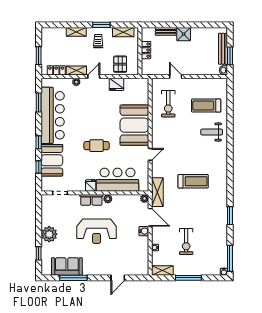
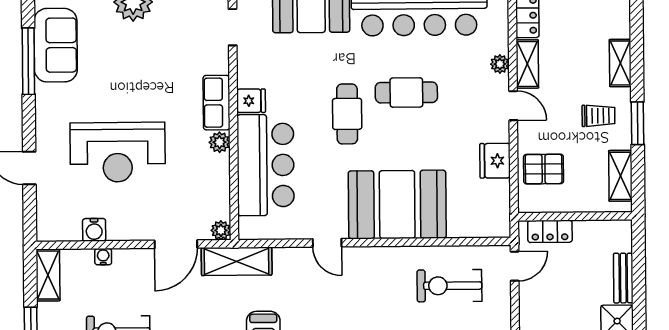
locker: (146, 50) -> (550, 231), moved
door: (176, 77) -> (515, 266), moved
cafe table: (88, 121) -> (406, 92), added
reception desk: (97, 231) -> (118, 152), moved, turned -90
water cooler: (144, 231) -> (94, 230), moved

